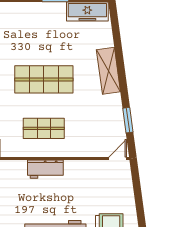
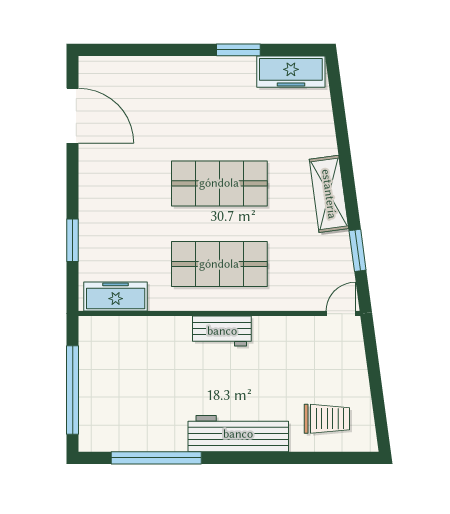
shelving: (108, 71) -> (329, 194), moved
shop shelf: (44, 128) -> (219, 264), width x1.43, depth x1.36

